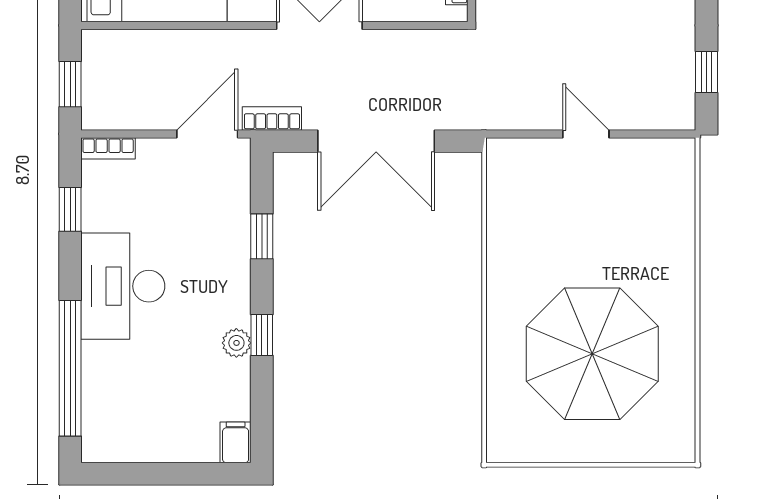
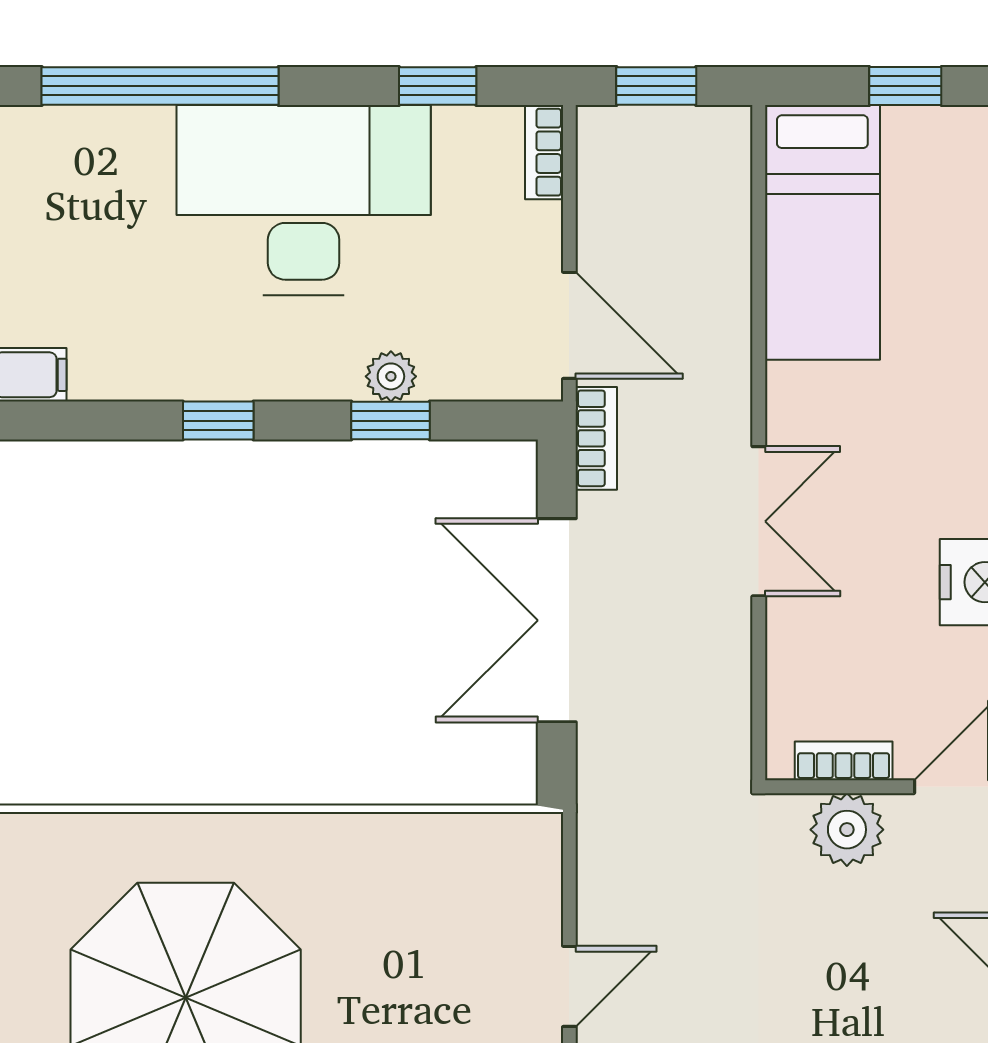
desk: (123, 286) -> (304, 200), width x1.36, depth x1.30
plant: (236, 343) -> (391, 376), moved

